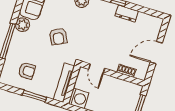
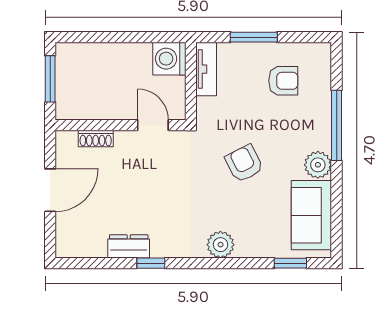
armchair: (27, 71) -> (283, 81), turned 180
tv unit: (64, 83) -> (206, 69), width x0.71

